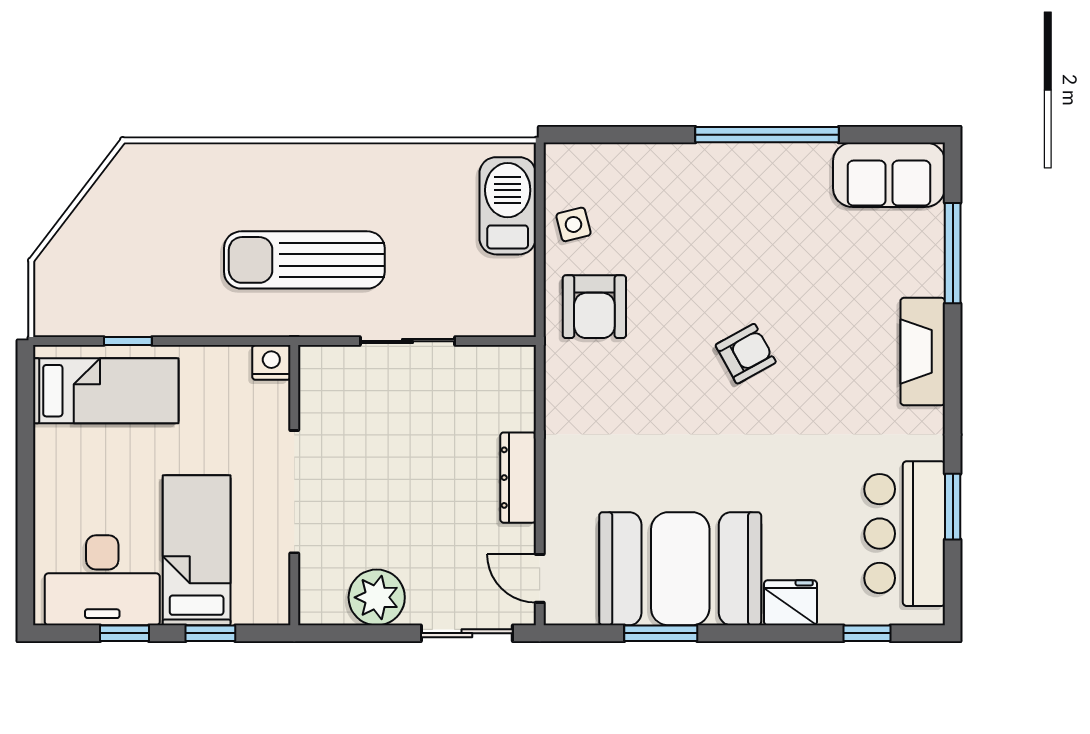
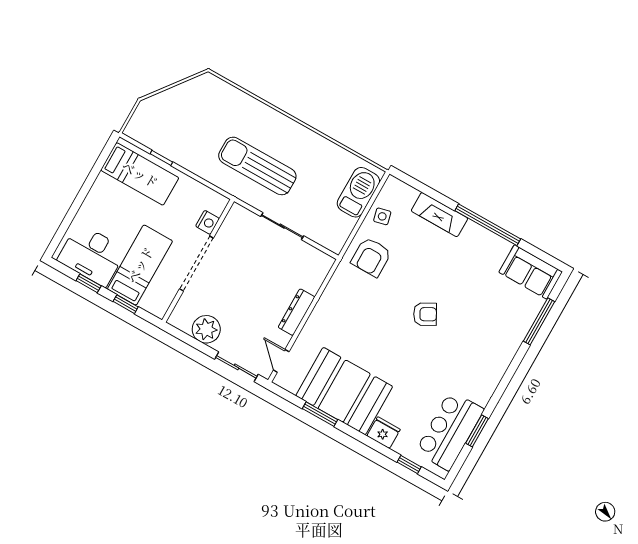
fireplace: (923, 351) -> (439, 215), moved, turned -90
nightstand: (271, 362) -> (208, 222), moved, turned 90

